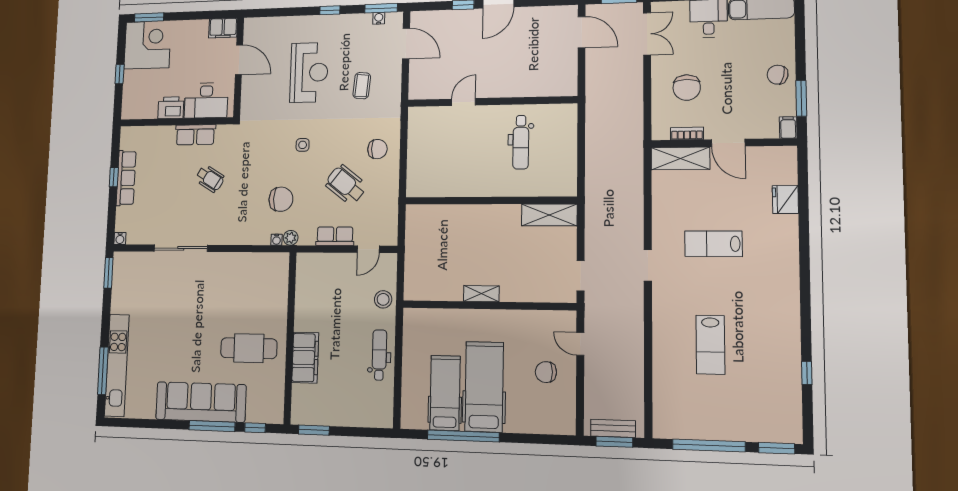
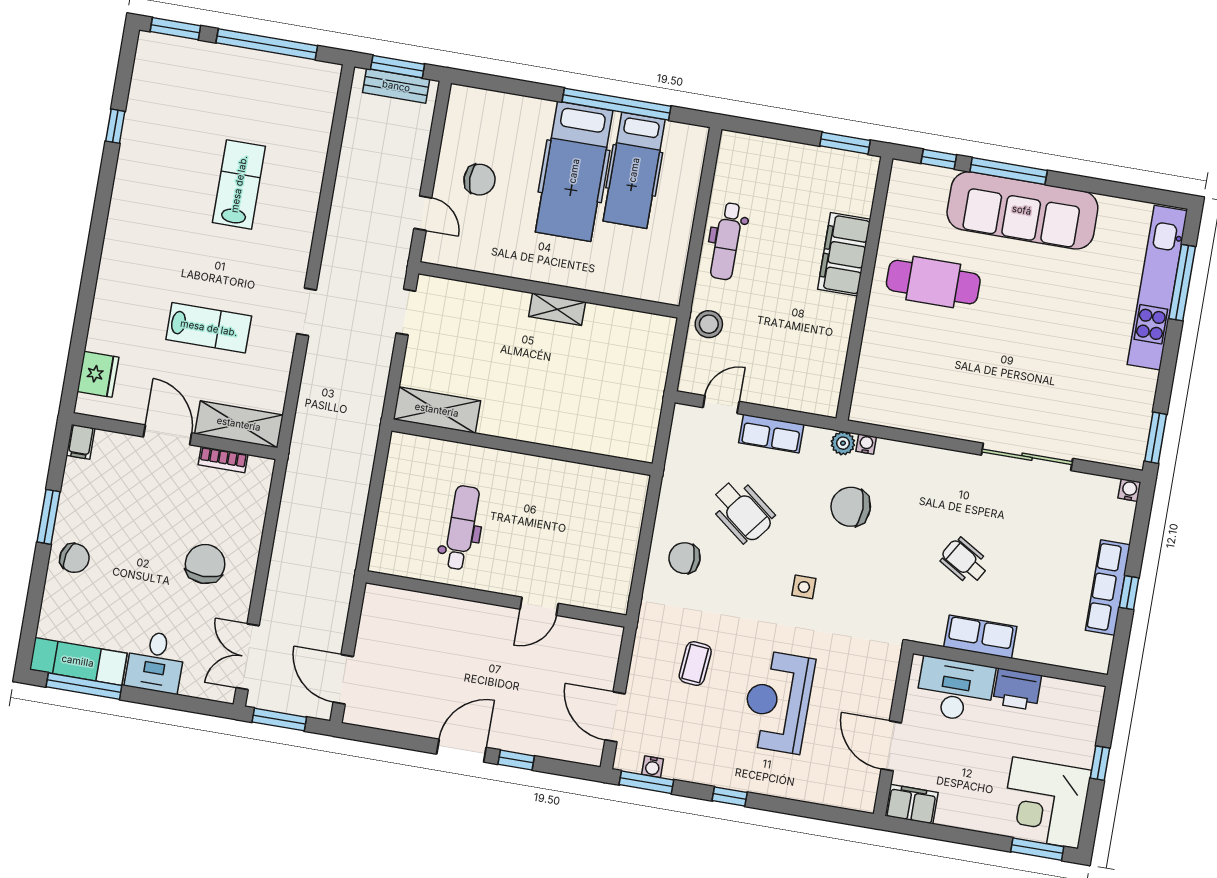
filing cabinet: (788, 128) -> (81, 442), moved
bookcase: (687, 133) -> (223, 460), moved
wall: (723, 143) -> (175, 436), moved
door: (728, 143) -> (168, 435), moved
shelving: (680, 158) -> (239, 424), moved

